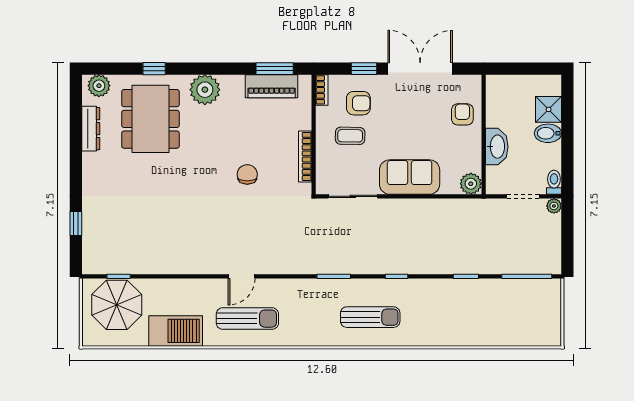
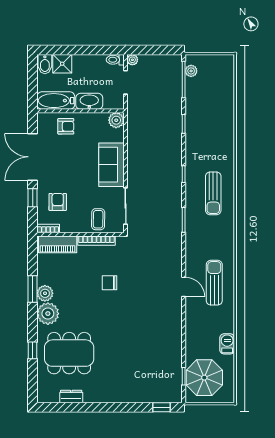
window: (275, 69) -> (33, 289), moved
plant: (99, 86) -> (45, 293), moved
piano: (272, 86) -> (58, 244), moved, turned 90
bathtub: (498, 101) -> (56, 101), added
armchair: (462, 114) -> (66, 126), turned 180
dresser: (91, 129) -> (71, 397), width x0.70
bidet: (548, 133) -> (45, 64), moved
coffee table: (350, 136) -> (98, 219), moved
window: (76, 223) -> (162, 407), moved
plant: (539, 287) -> (191, 71), added
sun lounger: (370, 317) -> (213, 193), turned 180
barbecue: (176, 331) -> (227, 344), width x0.53, depth x0.65

